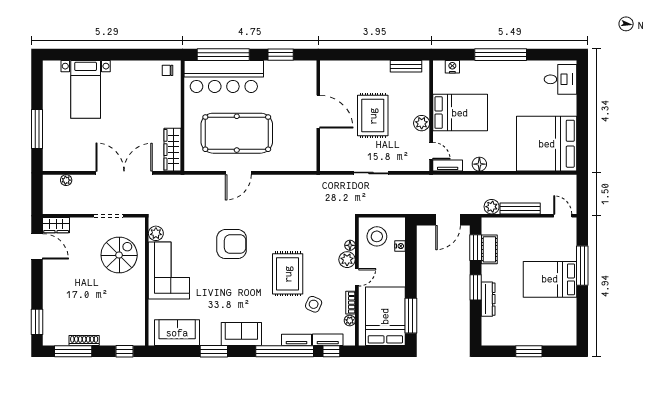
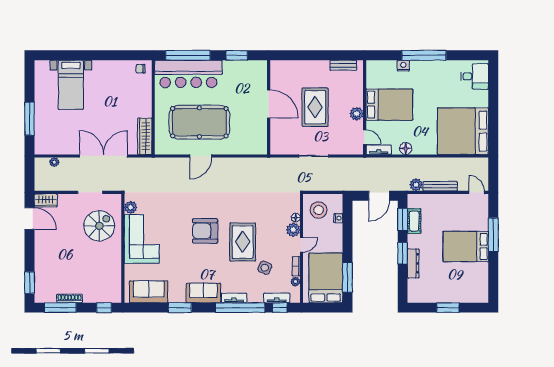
nightstand: (452, 67) -> (403, 66), moved
armchair: (232, 244) -> (205, 231), moved, turned 180
tv unit: (297, 340) -> (234, 298), moved

